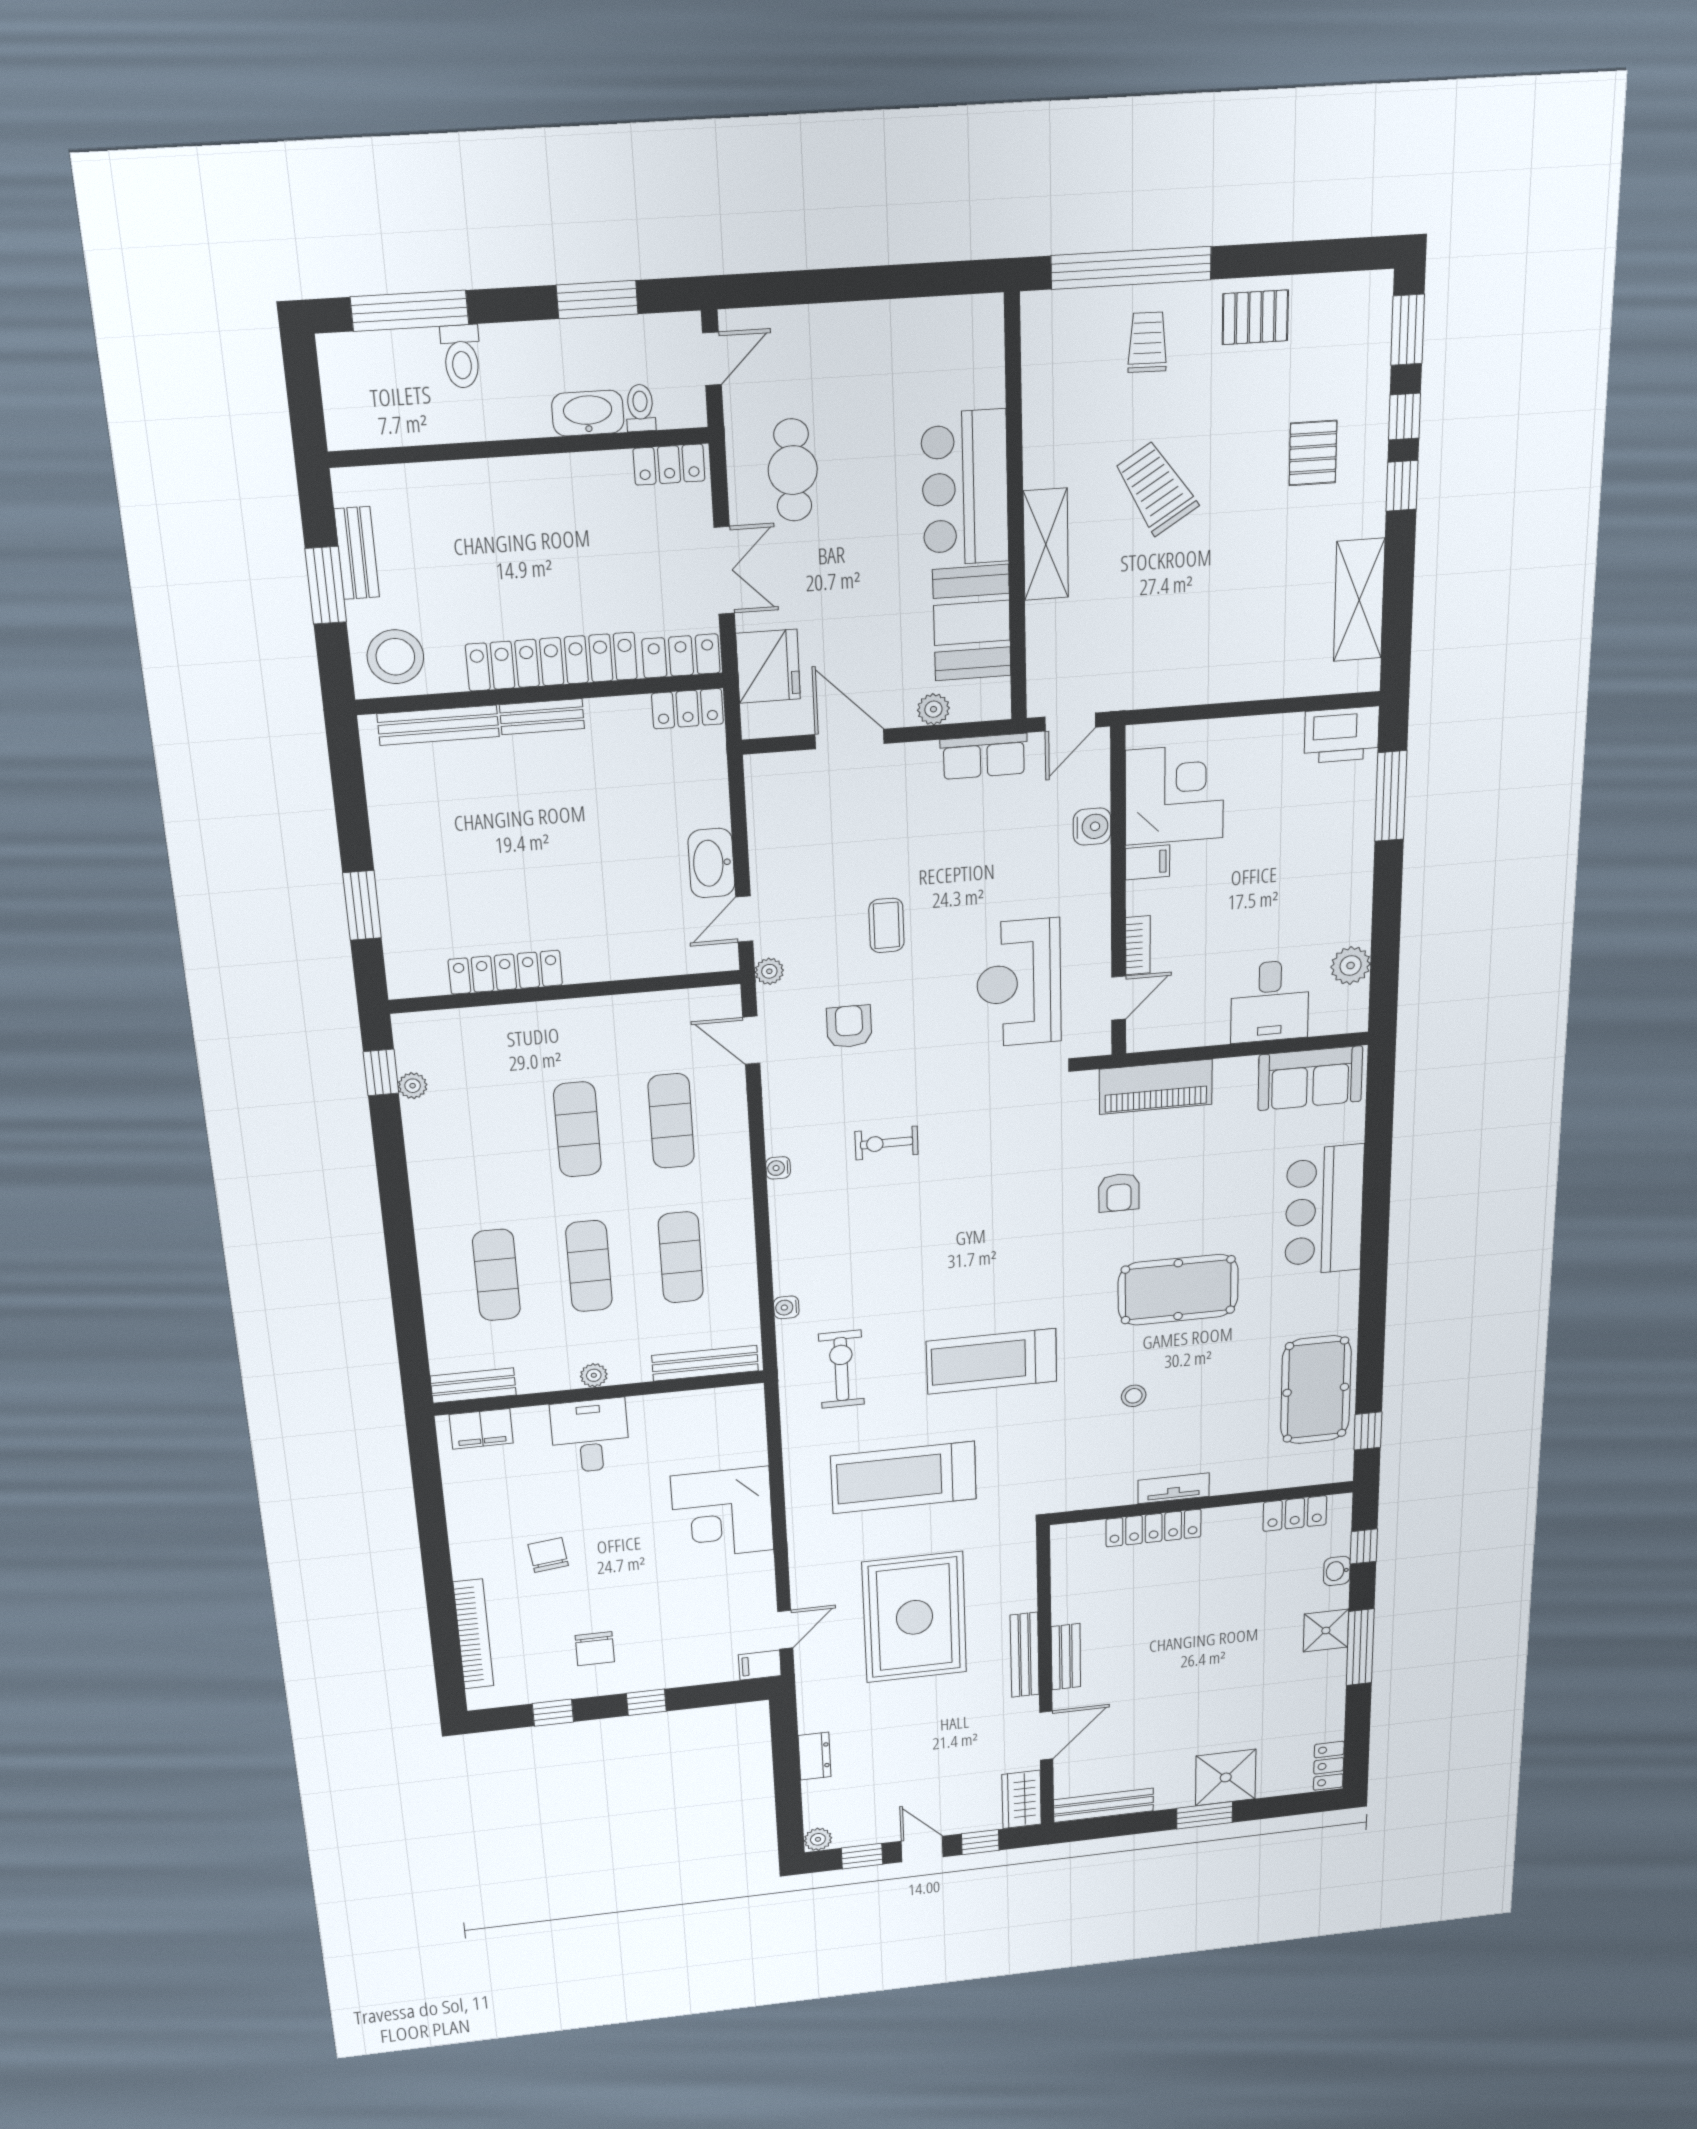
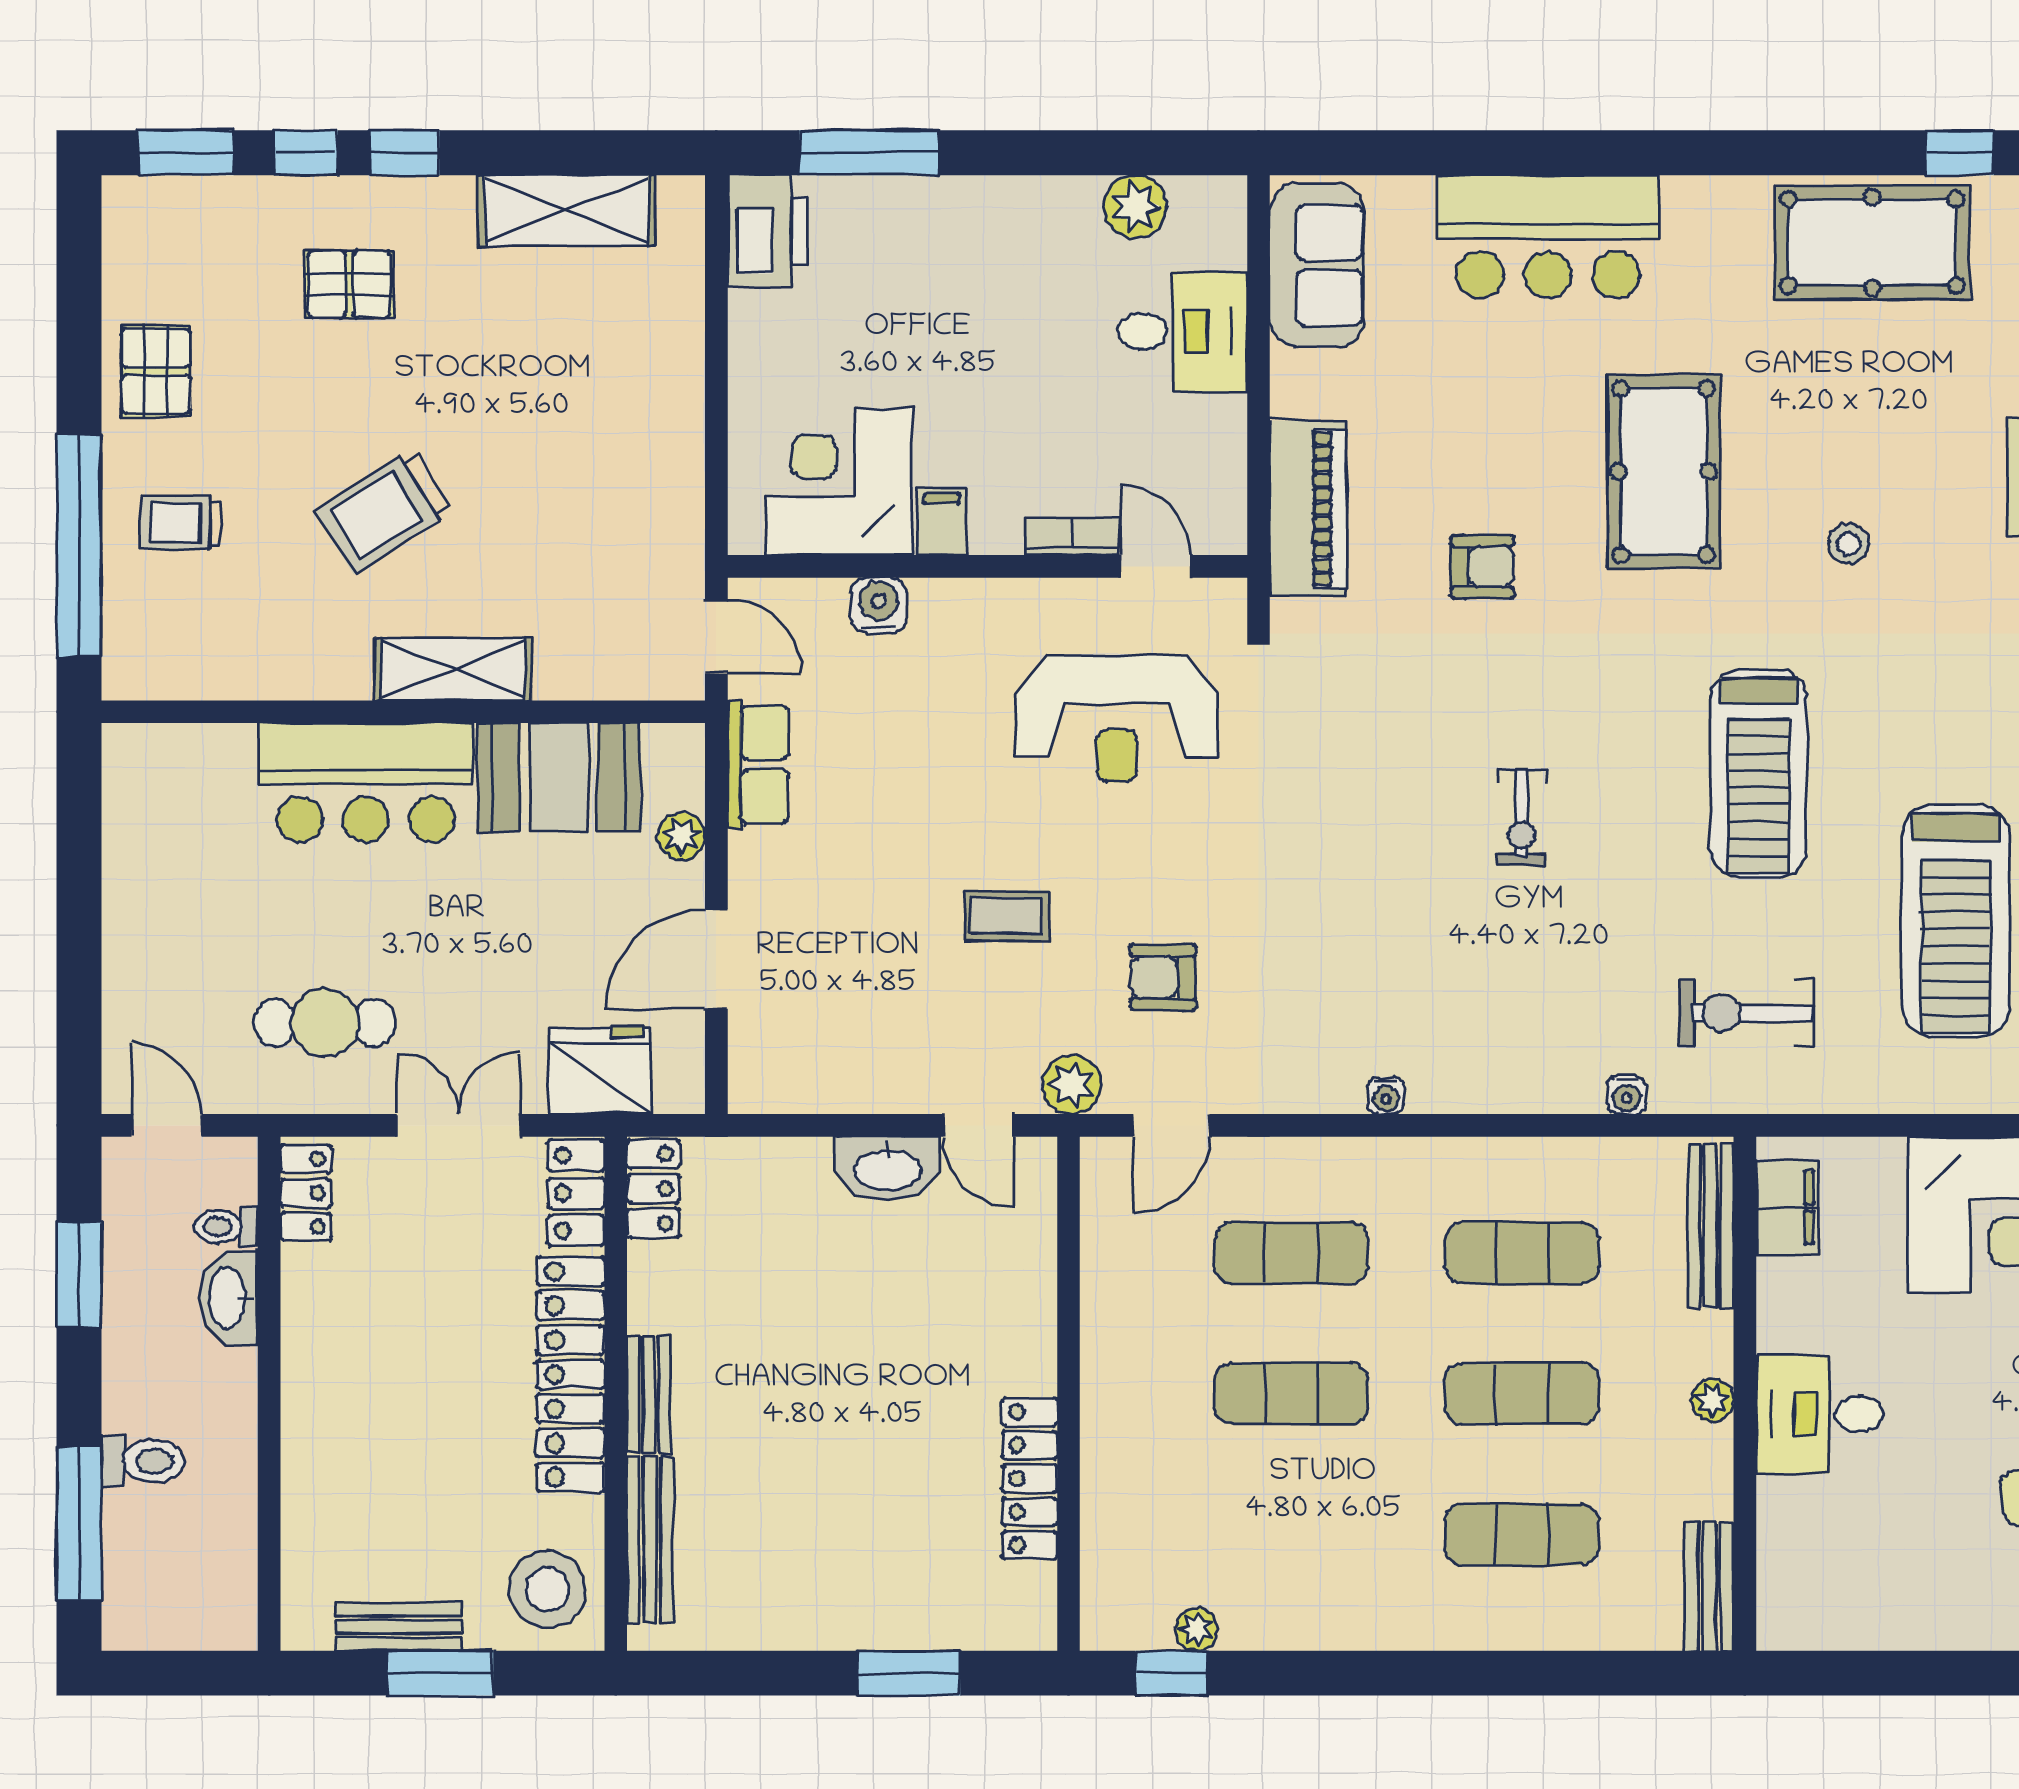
plant: (769, 971) -> (1072, 1085), width x1.38, depth x1.38
exercise bike: (887, 1143) -> (1522, 818), moved
filing cabinet: (481, 1429) -> (1787, 1207), moved

